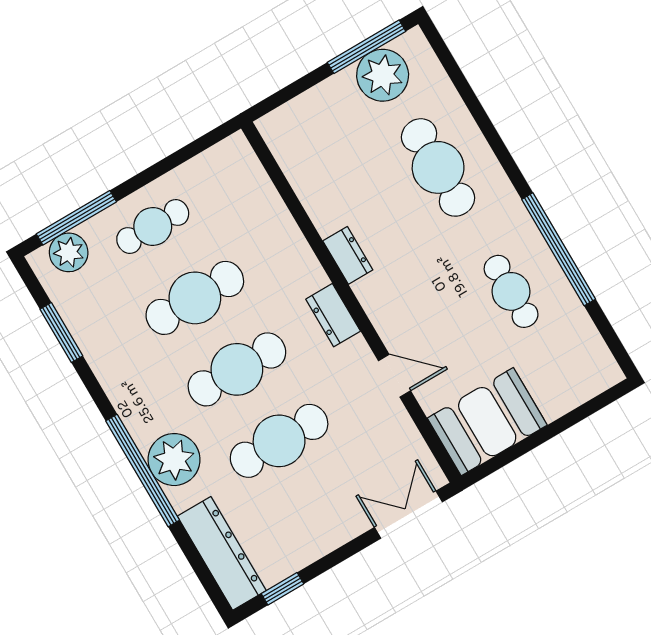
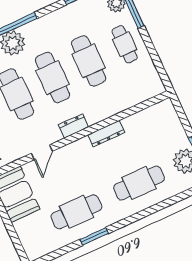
window: (559, 249) -> (94, 236), width x0.47
dresser: (348, 255) -> (106, 134), width x1.44
cafe table: (511, 291) -> (76, 212), width x1.37, depth x1.35

